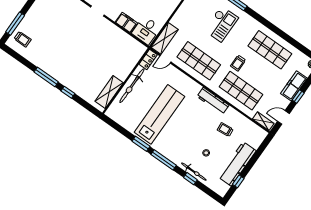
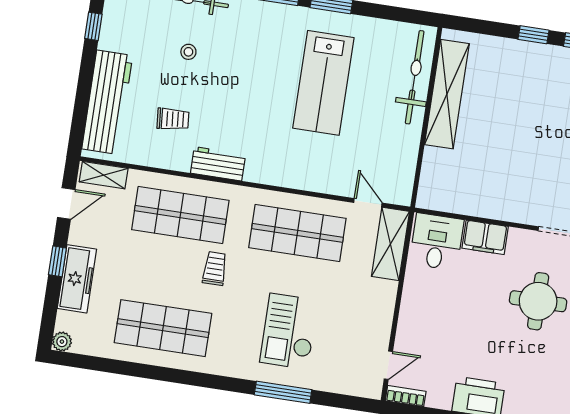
locker: (148, 59) -> (403, 184), removed
door: (165, 59) -> (368, 203), hinge flipped
bicycle: (132, 86) -> (415, 77), moved
shelving: (109, 92) -> (447, 94), width x1.47
workbench: (213, 101) -> (218, 164), width x0.73
lab bench: (159, 114) -> (323, 83), width x0.73
workbench: (237, 164) -> (107, 102), moved

